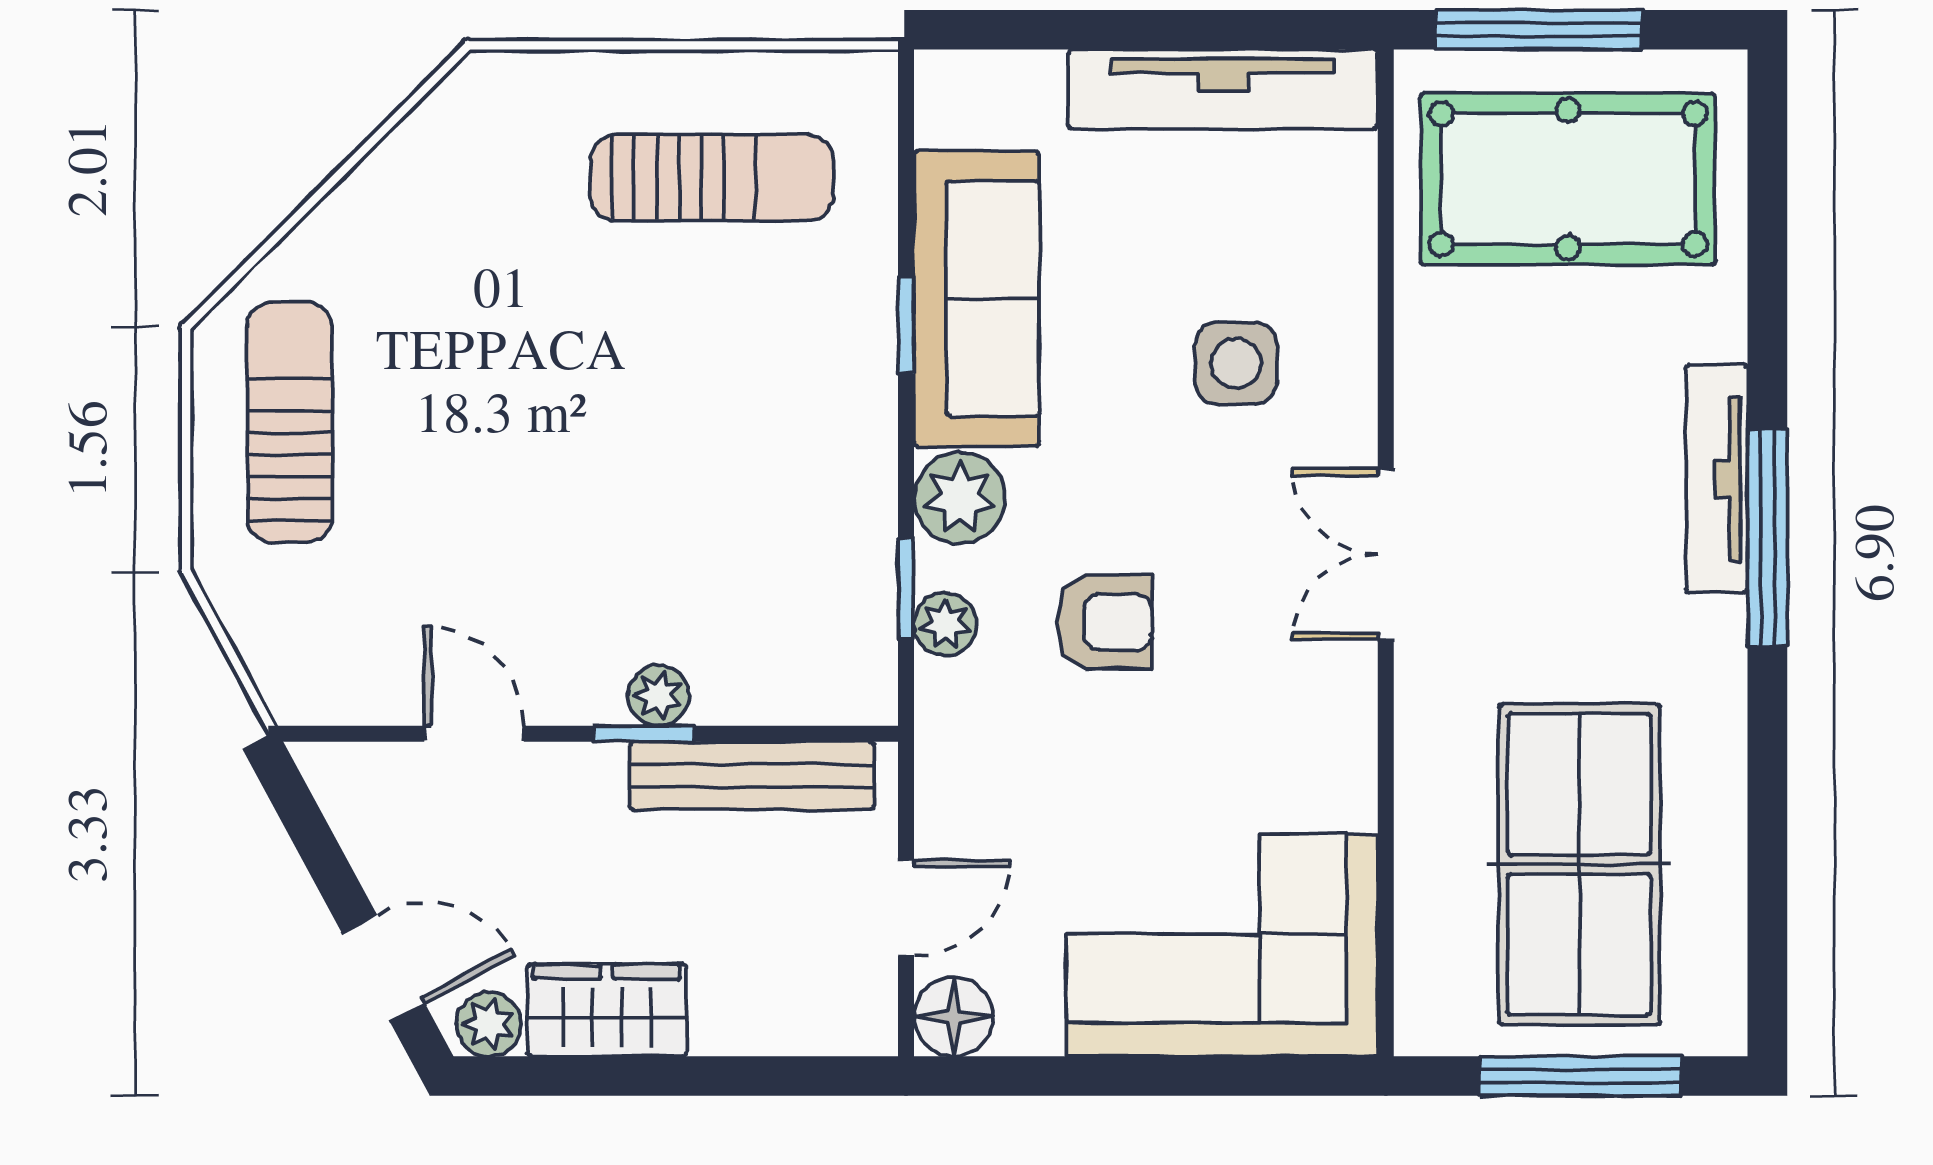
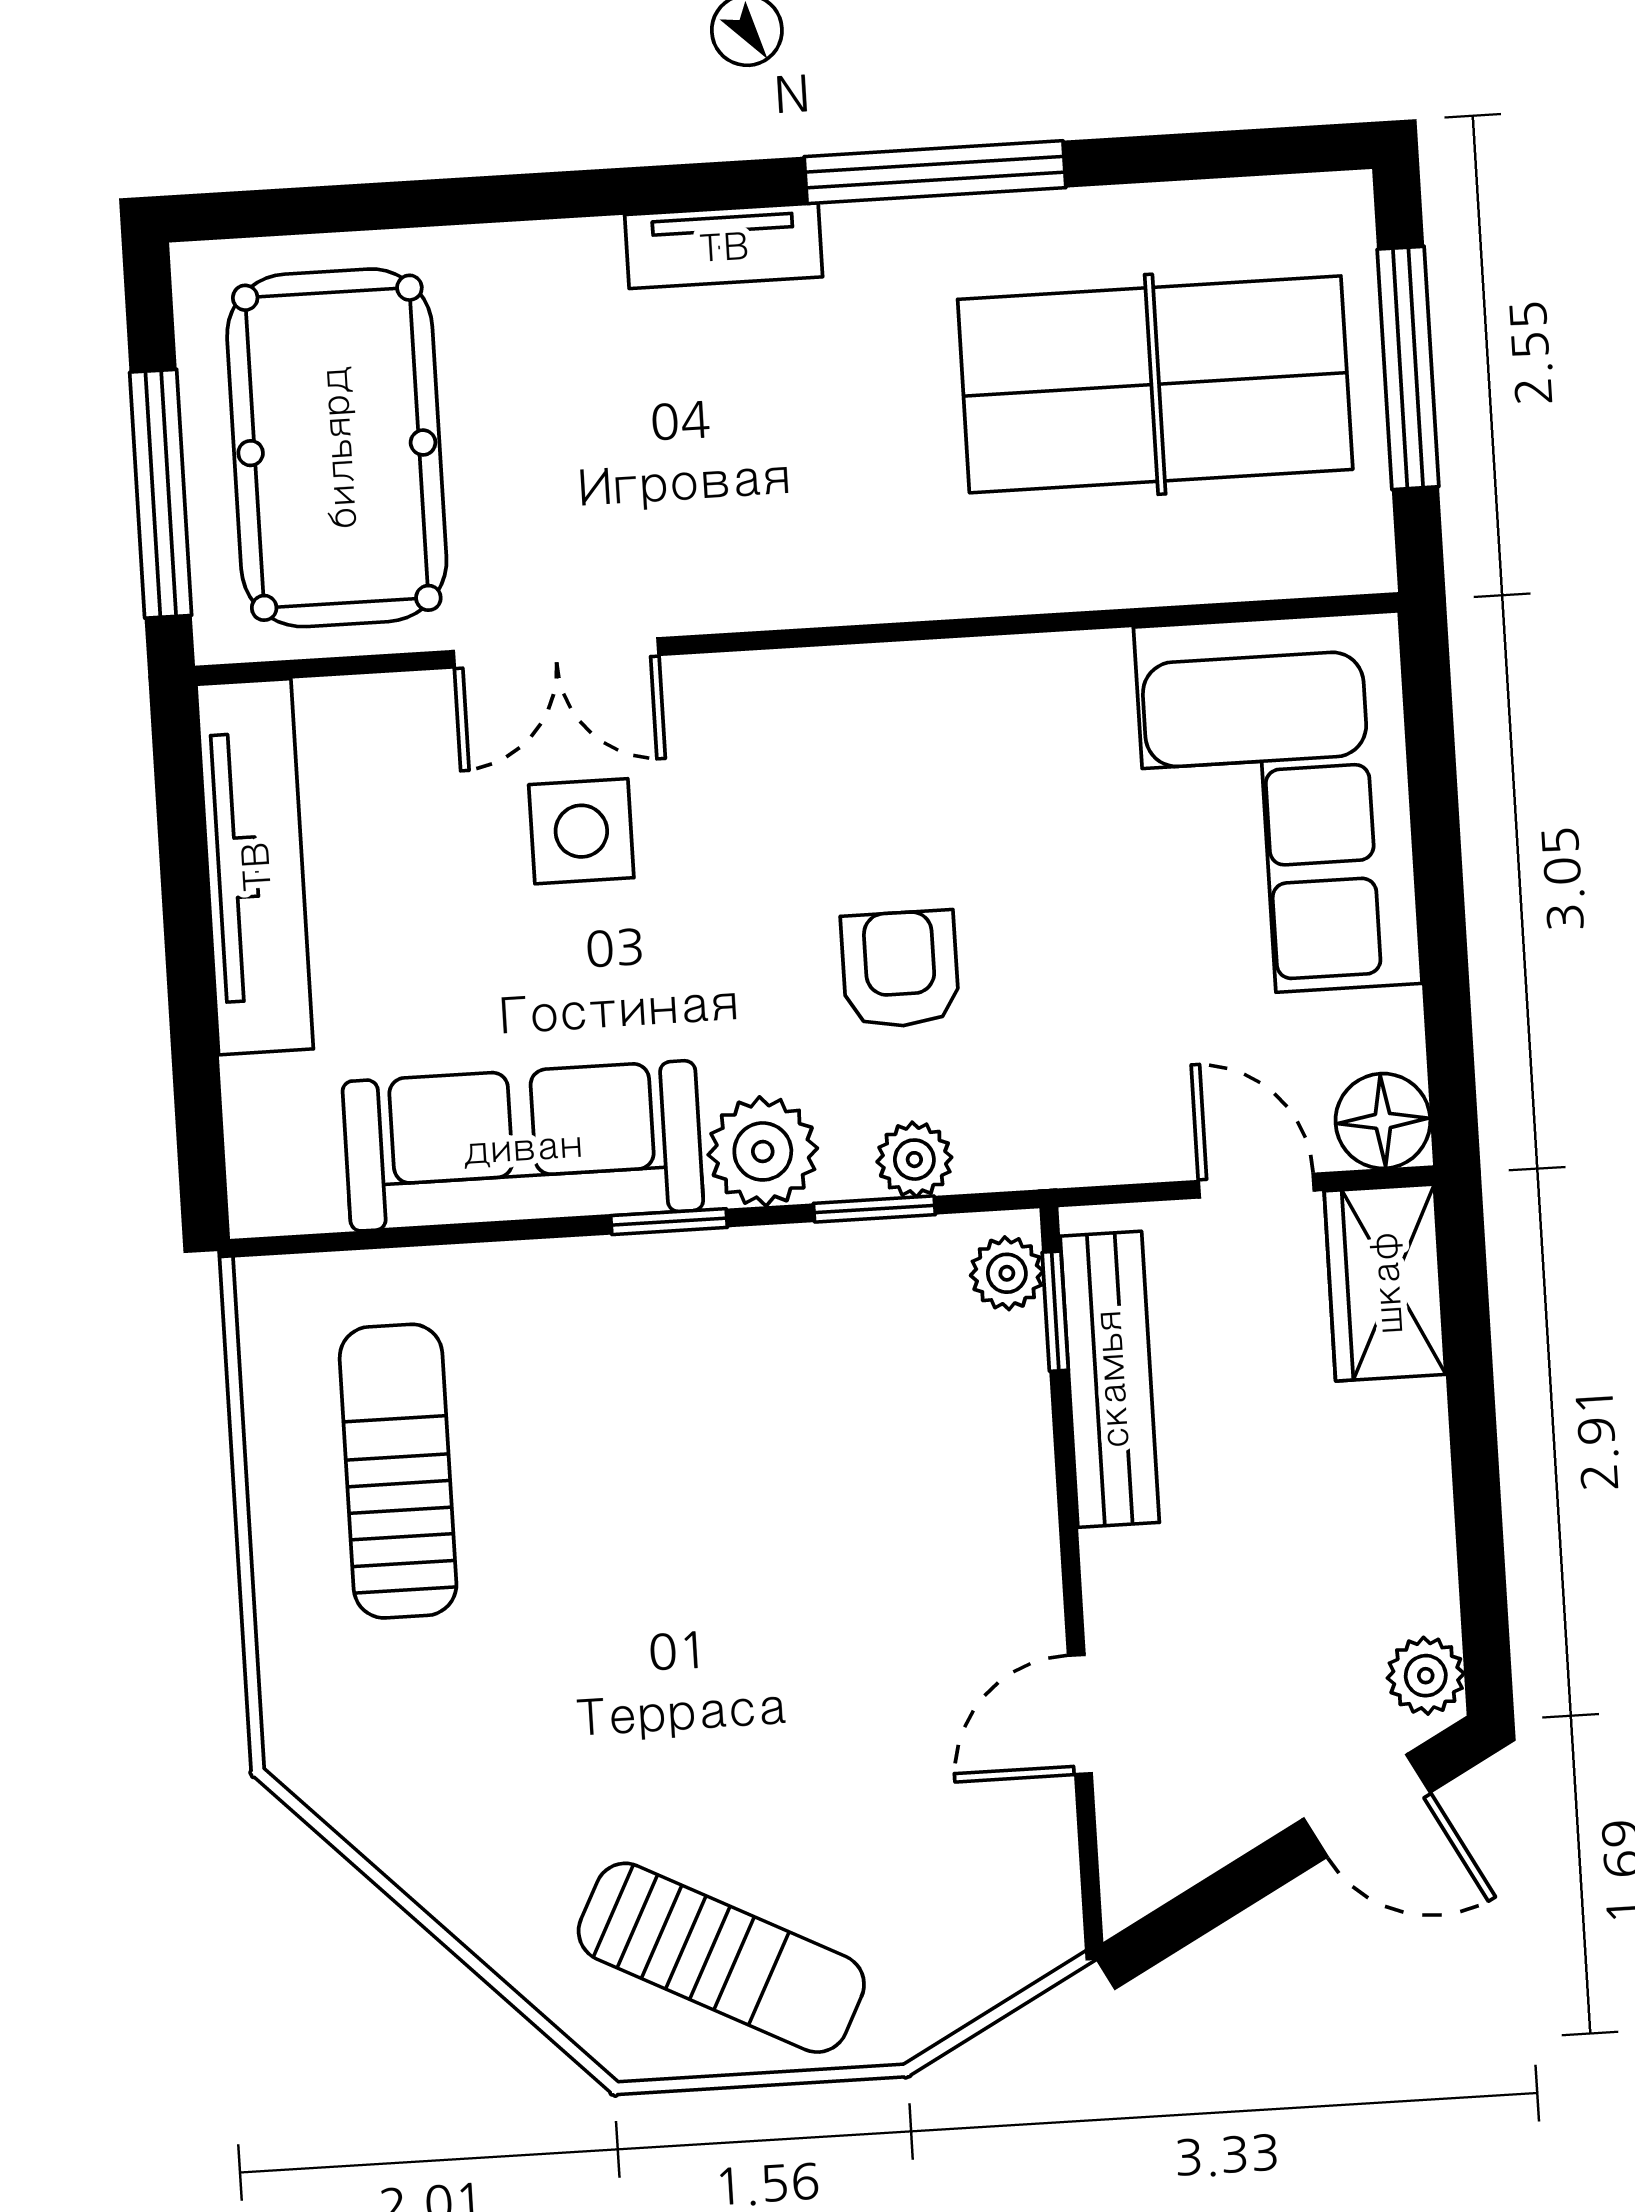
window: (906, 325) -> (669, 1222), moved
sun lounger: (290, 422) -> (721, 1958), turned -153
tv unit: (1717, 479) -> (724, 246), width x0.71
window: (1767, 538) -> (935, 172), moved
double door: (1386, 554) -> (556, 653), moved
plant: (658, 695) -> (1007, 1273), moved
window: (643, 734) -> (1055, 1311), moved
door: (383, 968) -> (1367, 1806), swing flipped
wardrobe: (607, 1010) -> (1385, 1283), moved

